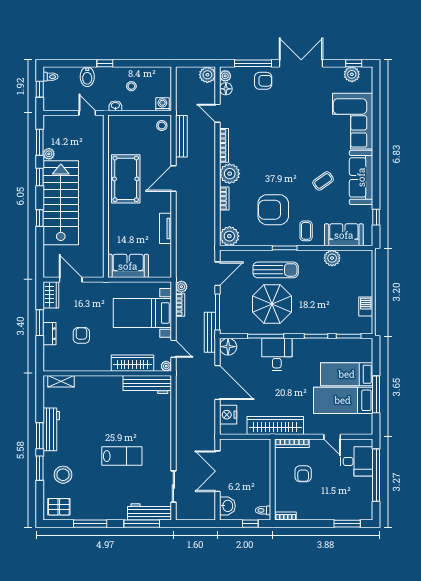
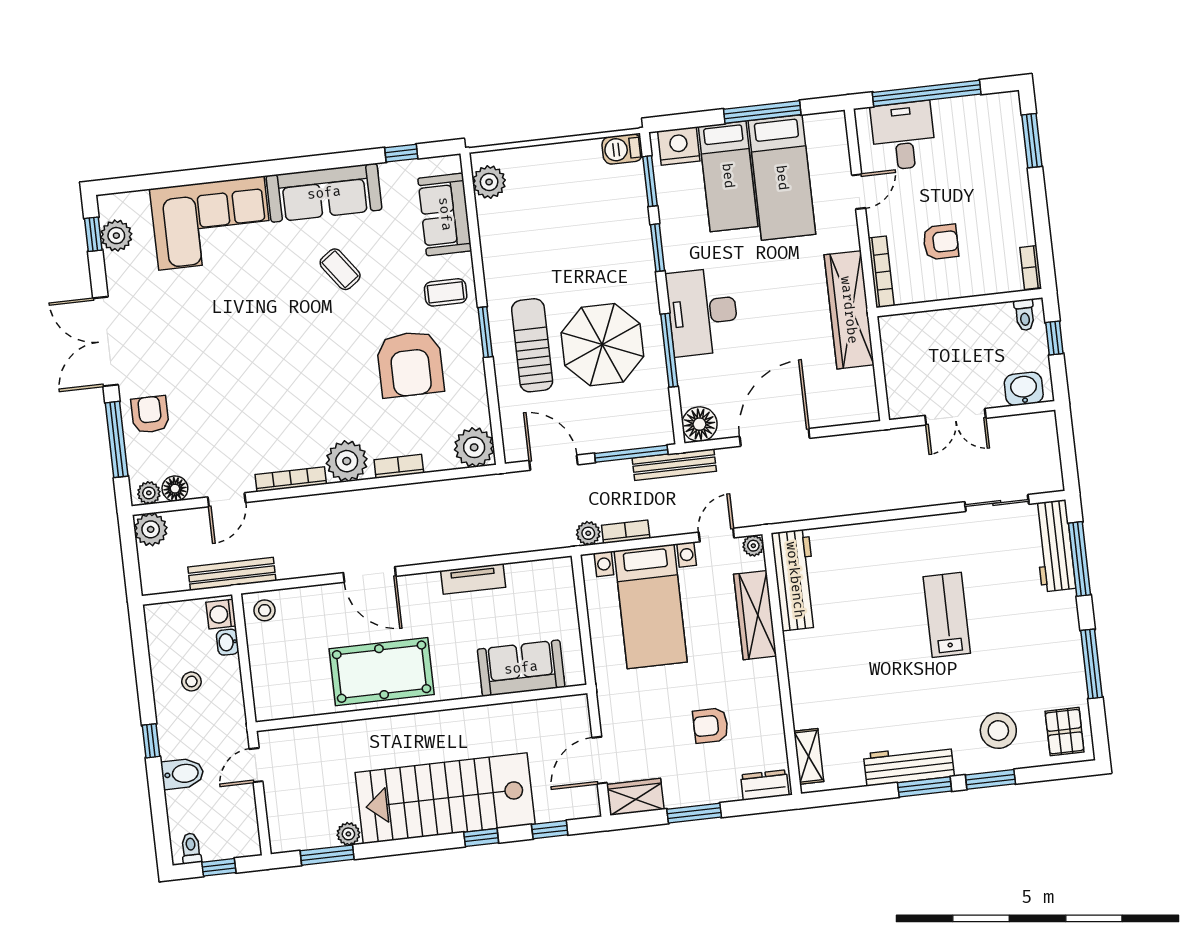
washbasin: (115, 106) -> (227, 642), moved
bench: (181, 136) -> (232, 574), moved
window: (40, 177) -> (550, 830), moved
plant: (332, 258) -> (489, 182), moved
sofa: (128, 266) -> (521, 668), moved, turned 90
barbecue: (366, 307) -> (622, 149), moved
dresser: (50, 334) -> (765, 785), moved
desk: (277, 354) -> (703, 312), width x1.37
nightstand: (228, 415) -> (679, 146), moved, turned 180
double door: (218, 471) -> (955, 417), width x0.73

